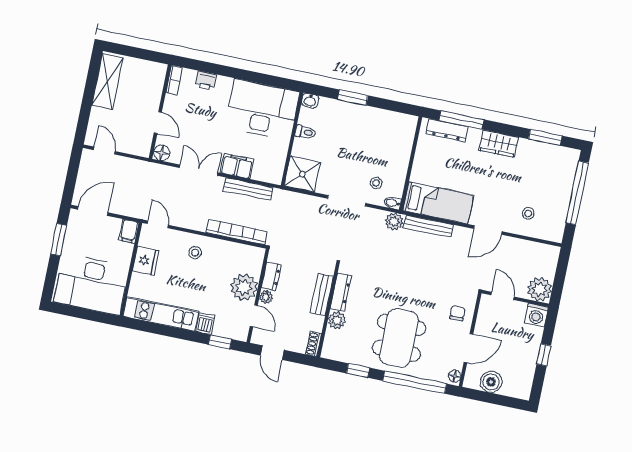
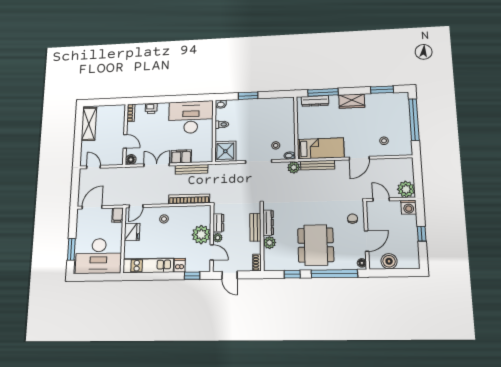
door: (158, 224) -> (136, 206), swing flipped
window: (59, 240) -> (71, 249), moved

